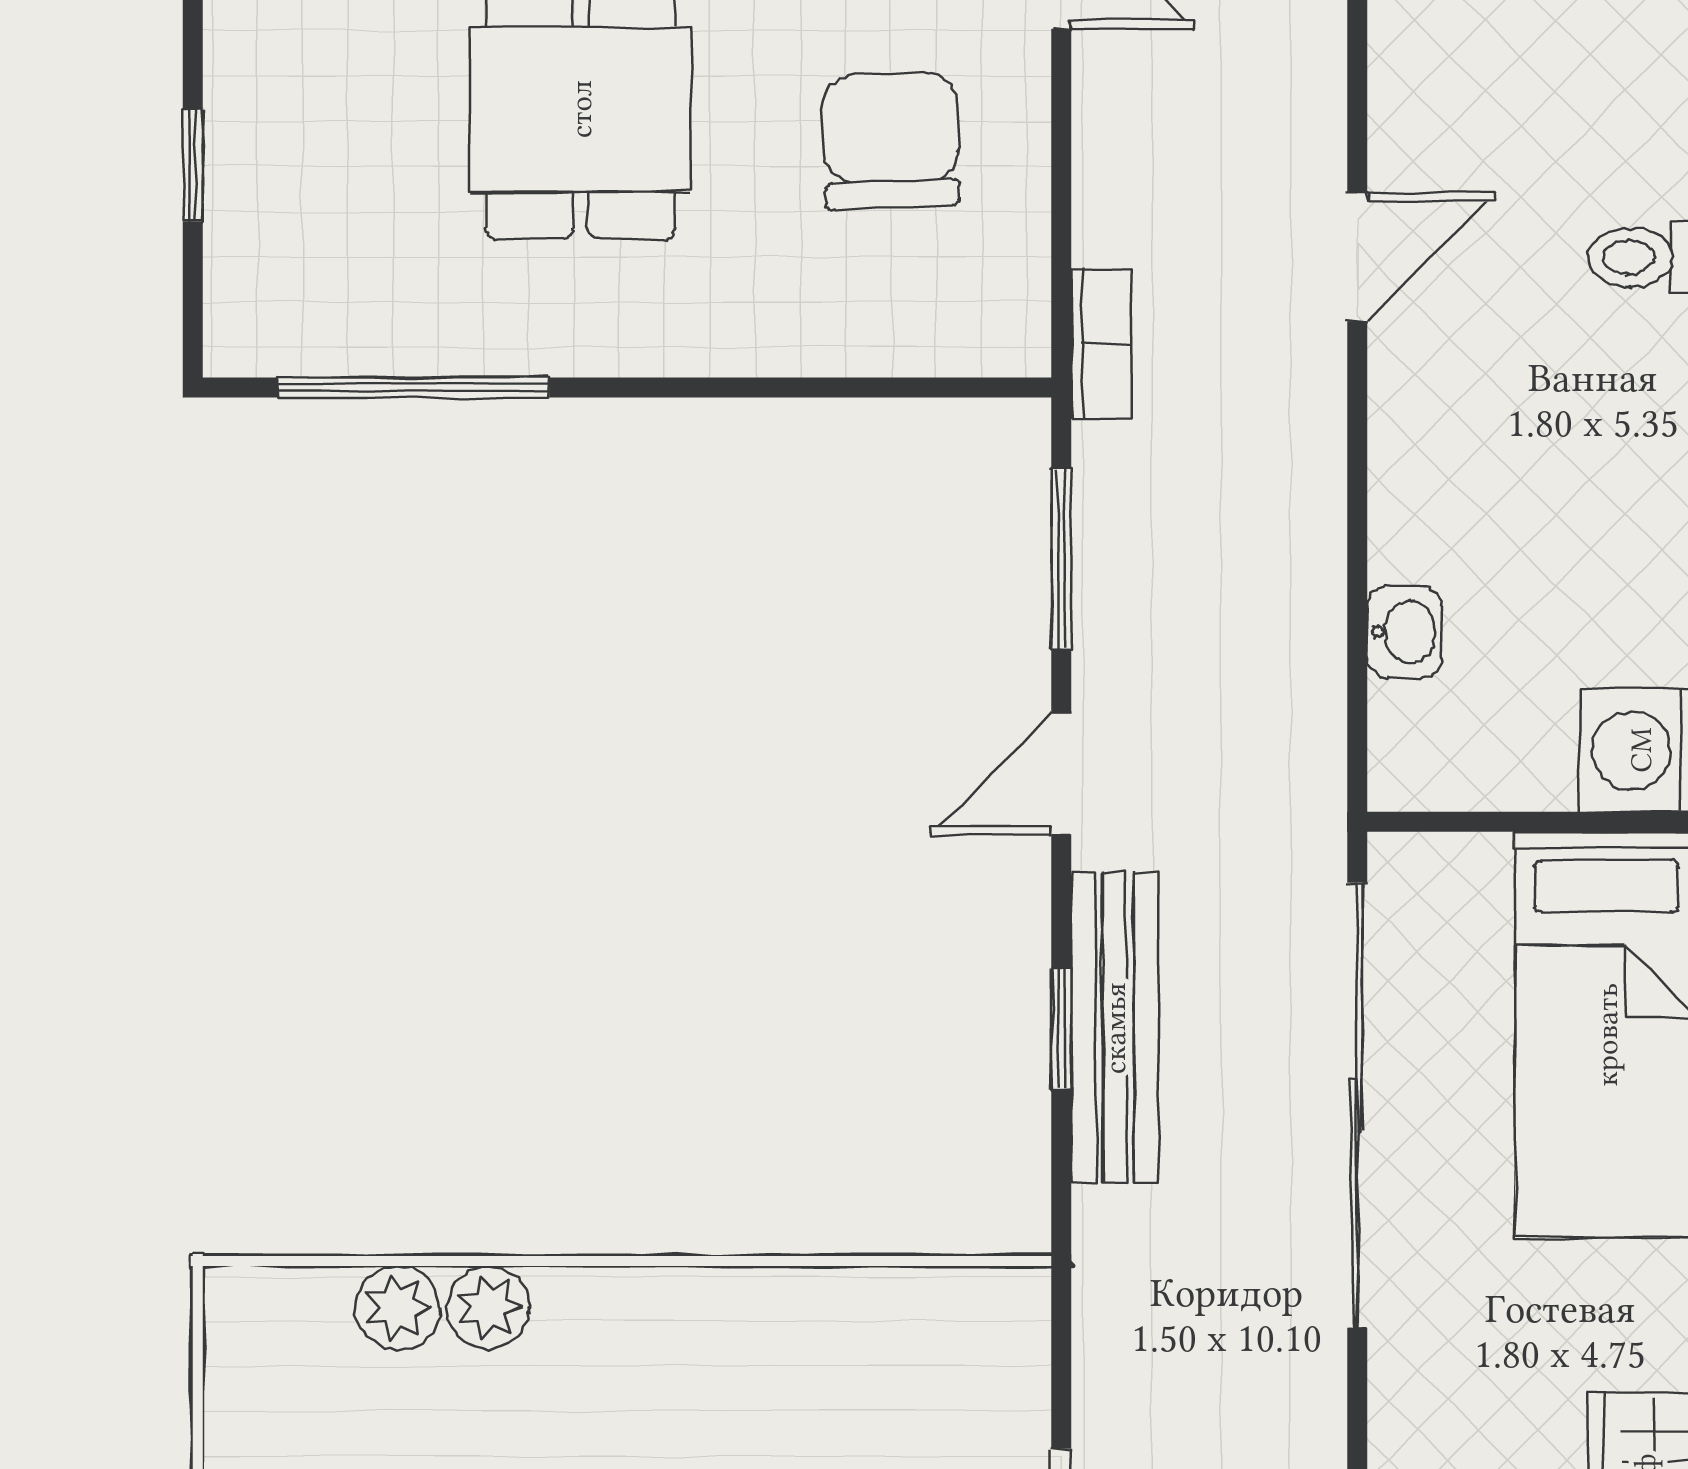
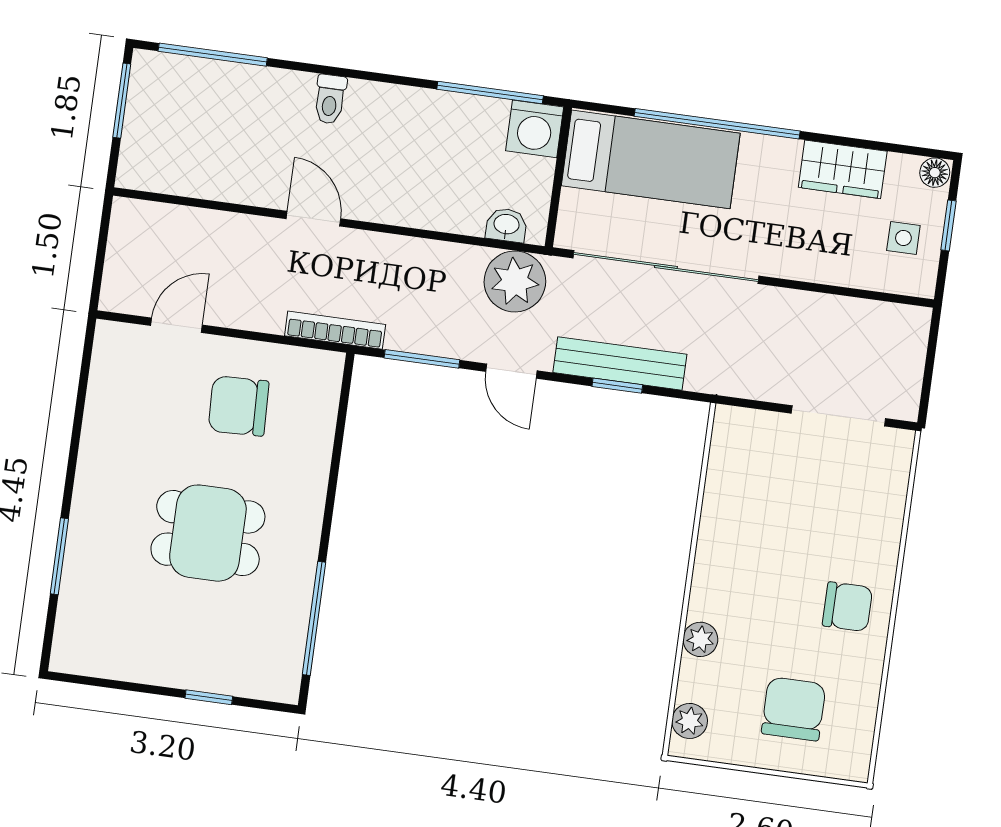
bookcase: (1101, 344) -> (335, 330), width x1.56
washbasin: (1405, 632) -> (506, 225), moved
plant: (1274, 753) -> (515, 281), added
plant: (397, 1308) -> (690, 721), moved

